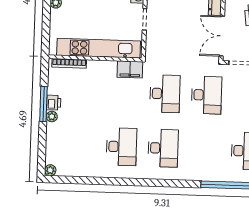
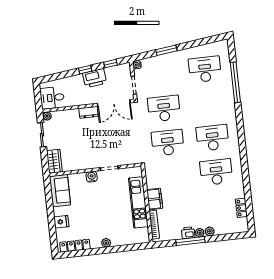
kitchen unit: (99, 48) -> (138, 202), width x0.73
filing cabinet: (130, 69) -> (155, 199), moved
plant: (50, 170) -> (210, 231), moved
locker: (74, 171) -> (241, 208), added

